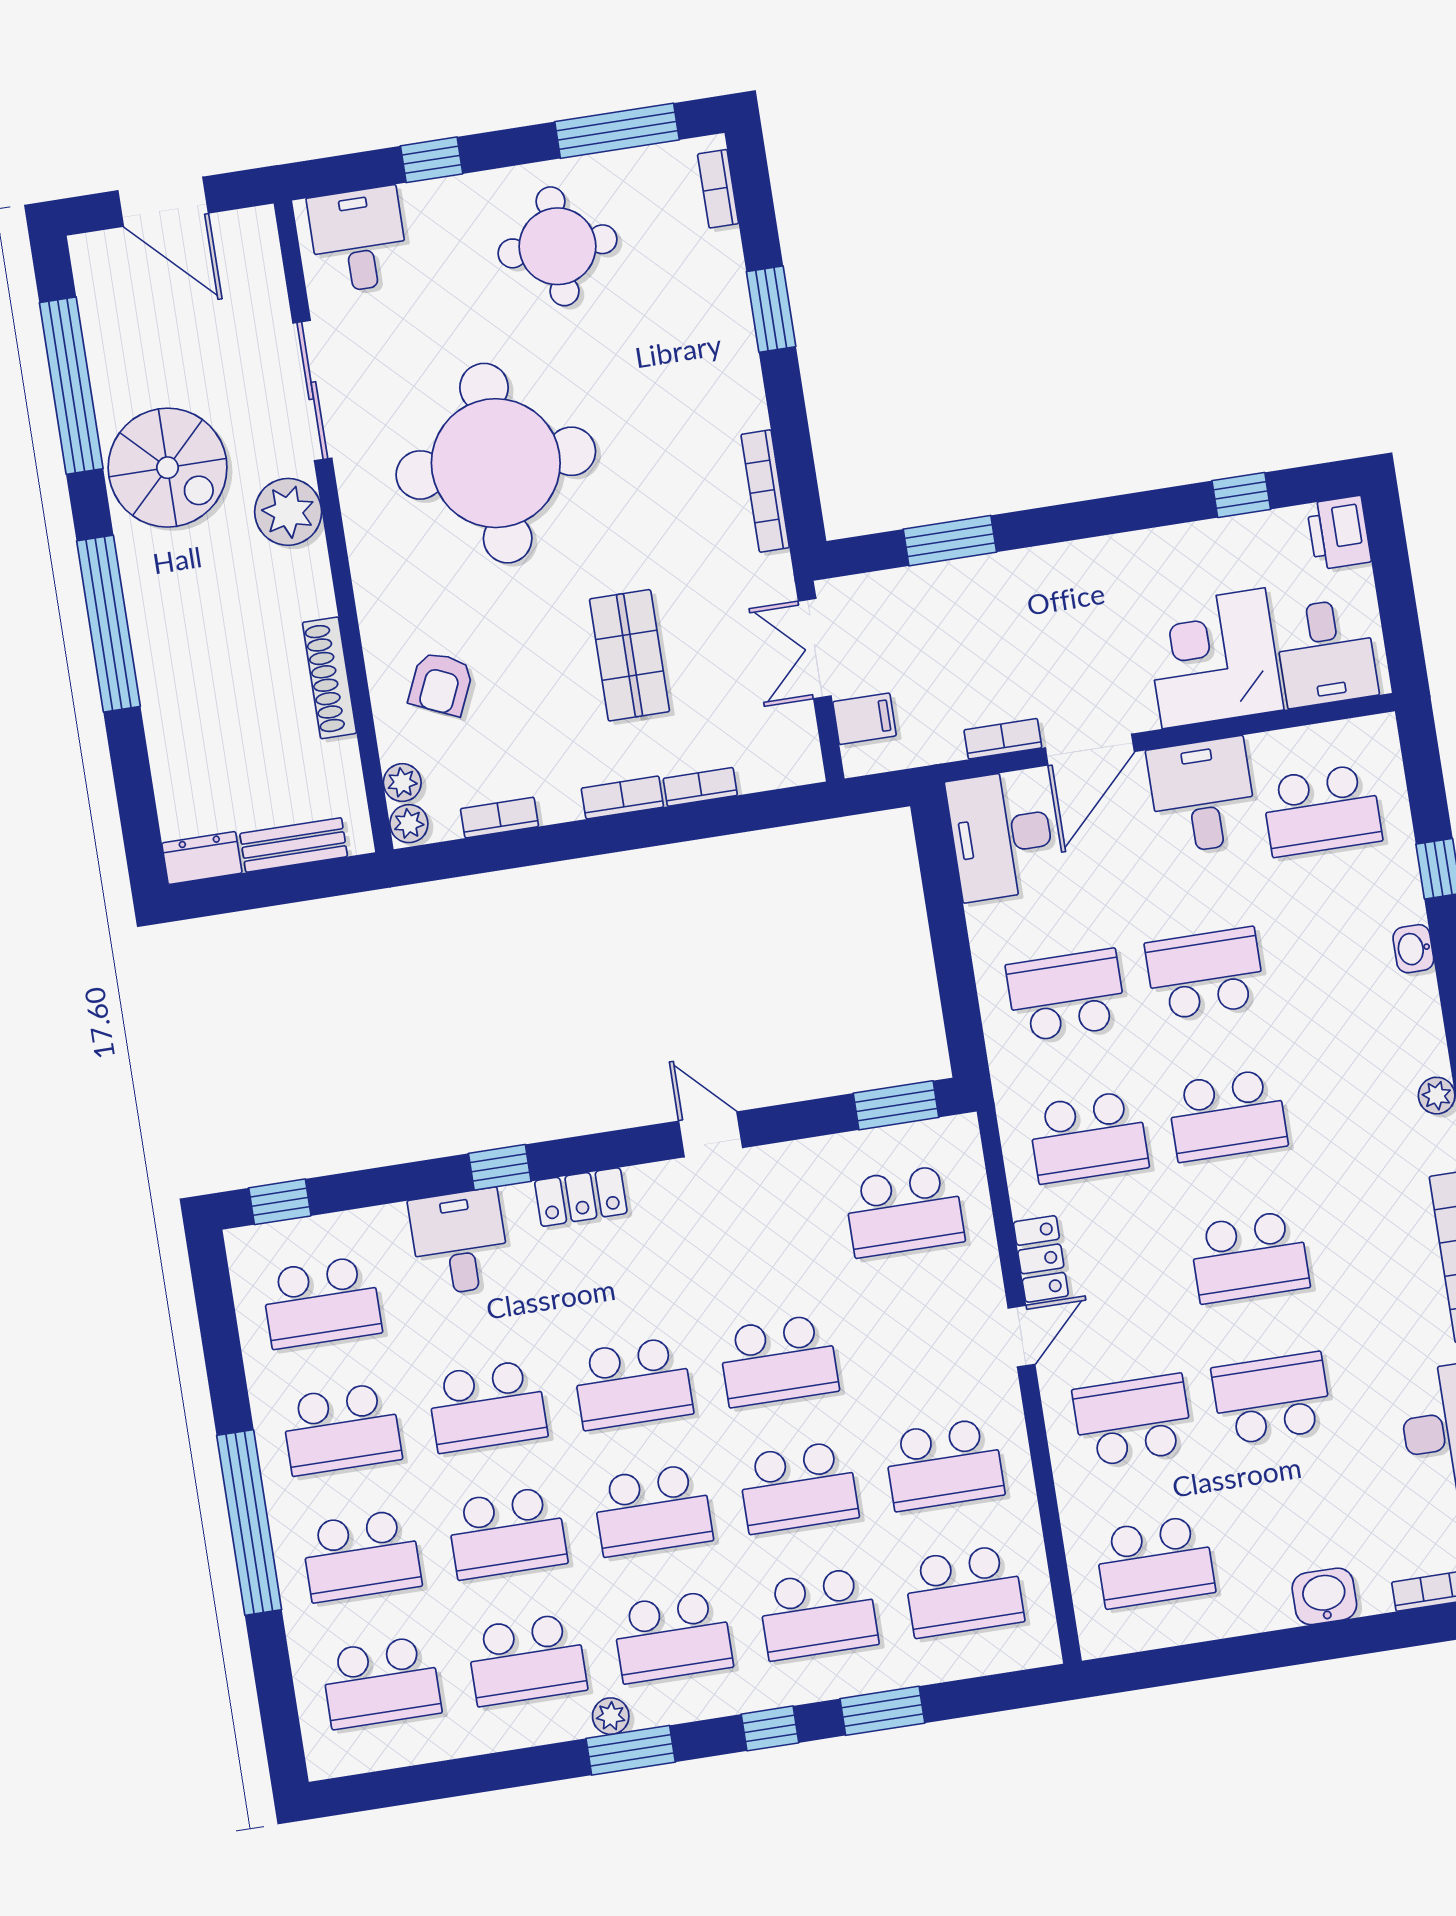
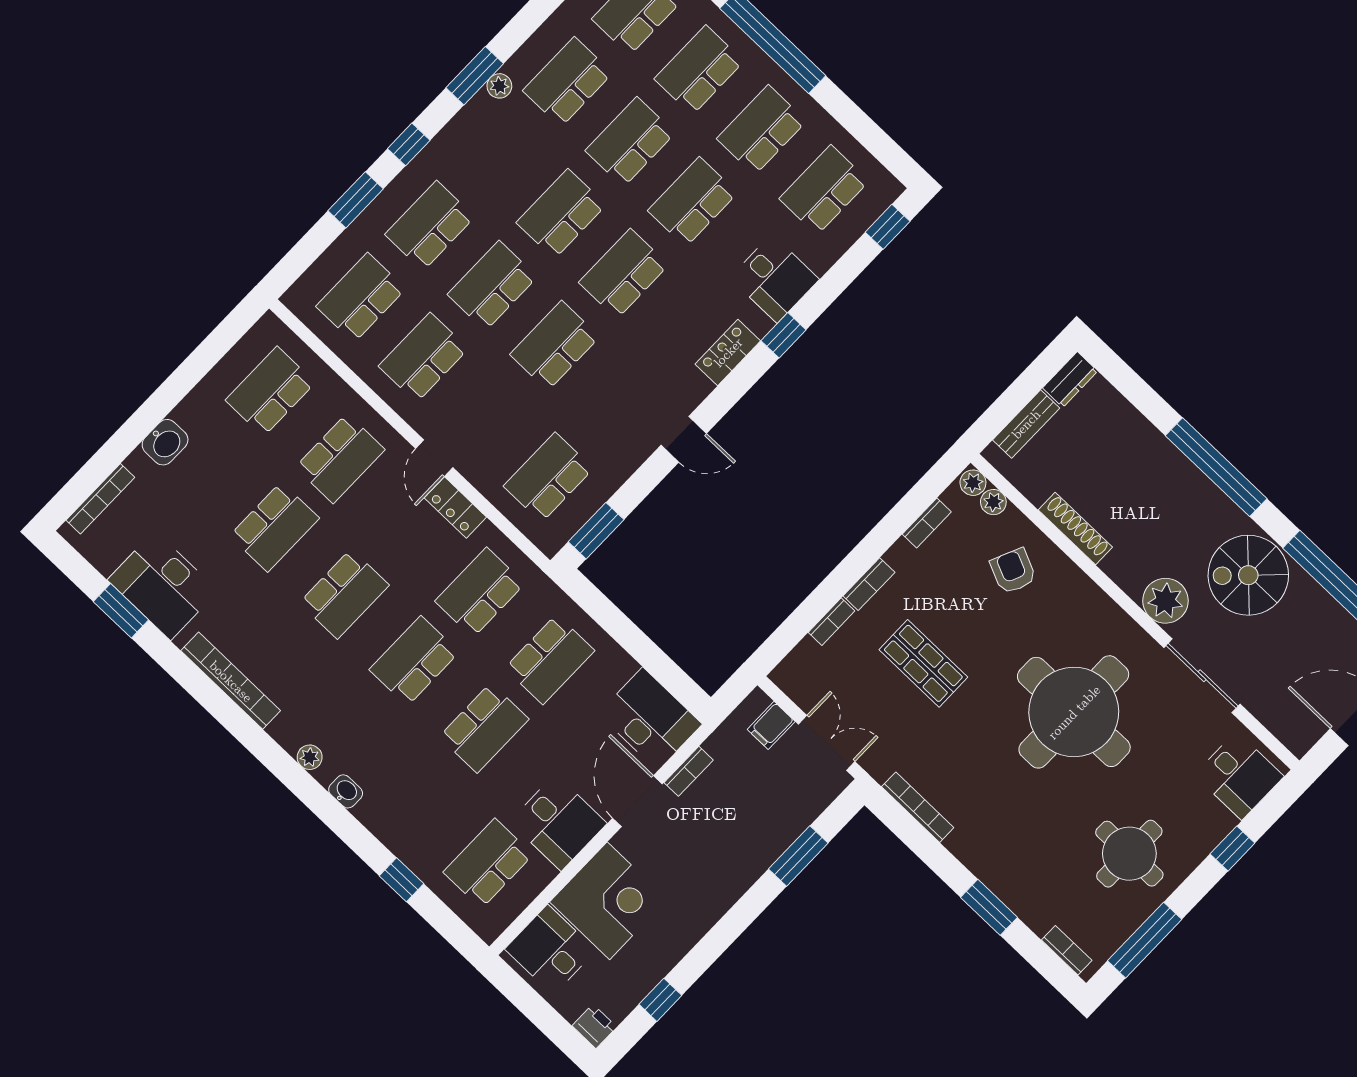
printer: (1339, 533) -> (594, 1026), width x0.73, depth x0.81
washbasin: (1413, 949) -> (346, 791), moved
school desk: (1249, 1257) -> (344, 594), turned 180
school desk: (673, 1637) -> (499, 154), removed

